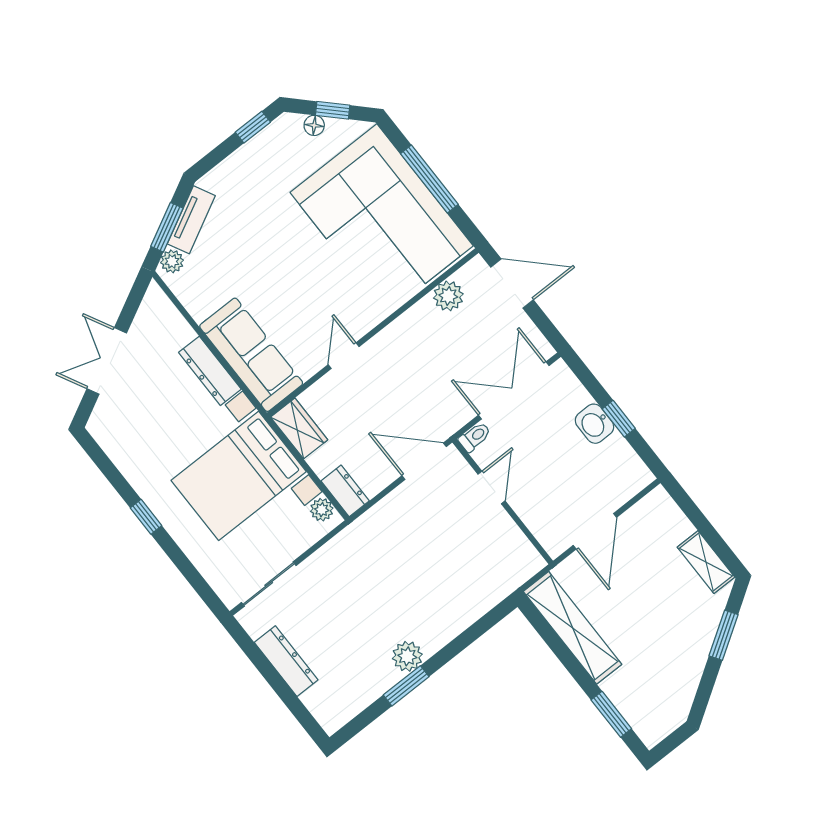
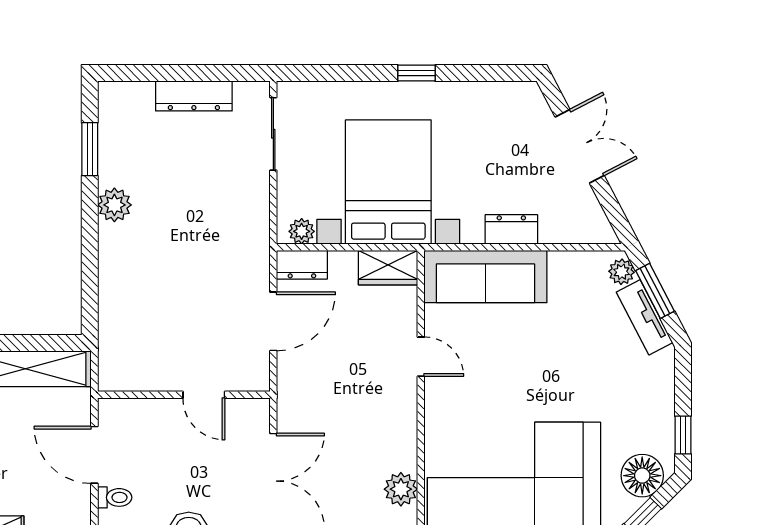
floor lamp: (314, 125) -> (642, 476), width x1.89, depth x1.89
dresser: (210, 371) -> (511, 229), width x0.70
toilet: (475, 437) -> (115, 497), moved, turned -90
door: (424, 461) -> (273, 321), moved
window: (406, 686) -> (90, 149), moved

